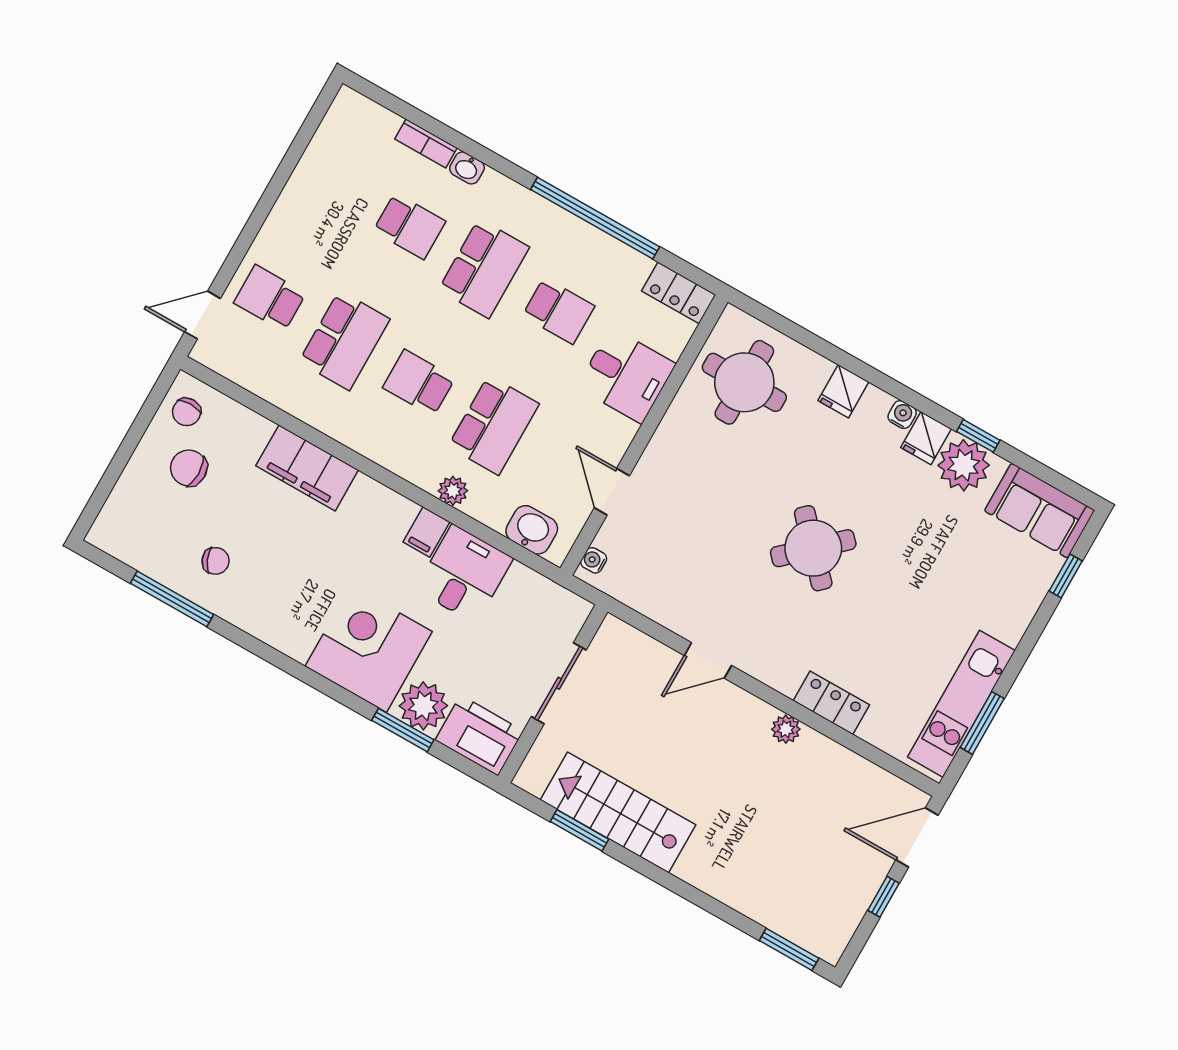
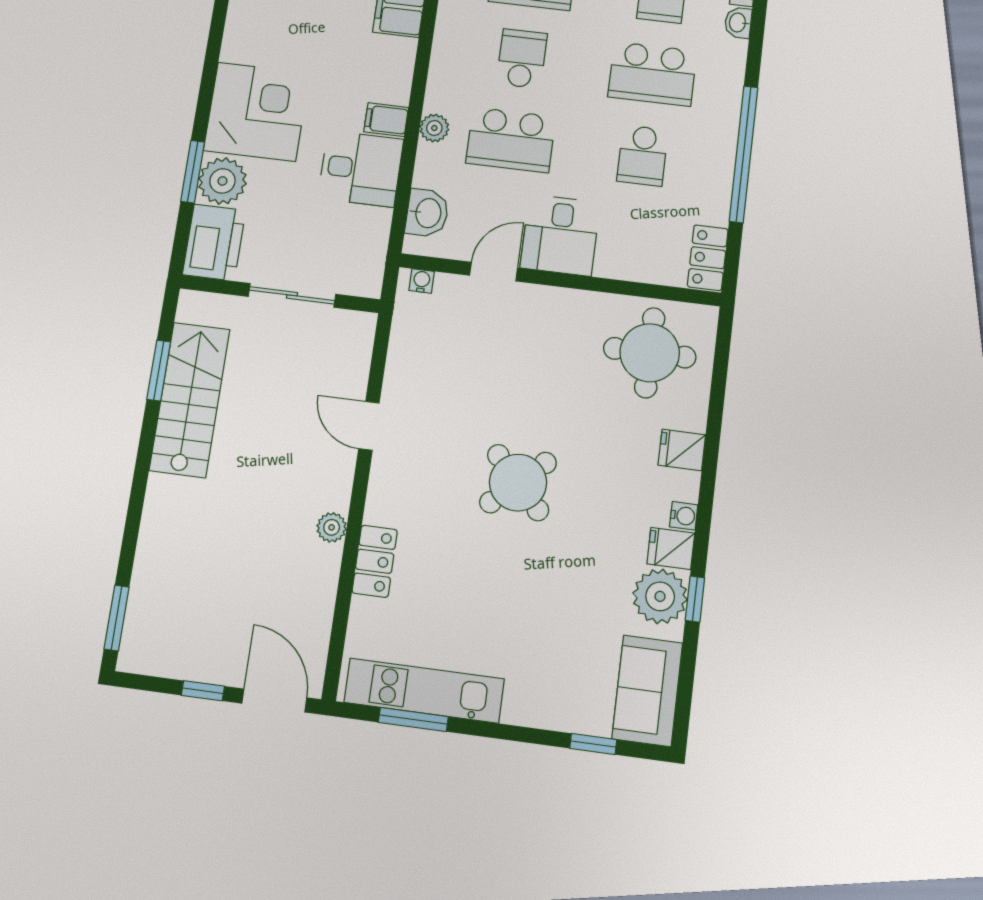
desk: (626, 376) -> (560, 235), moved

